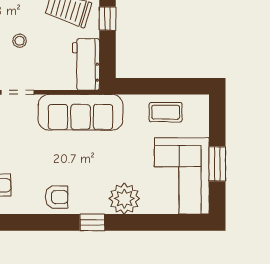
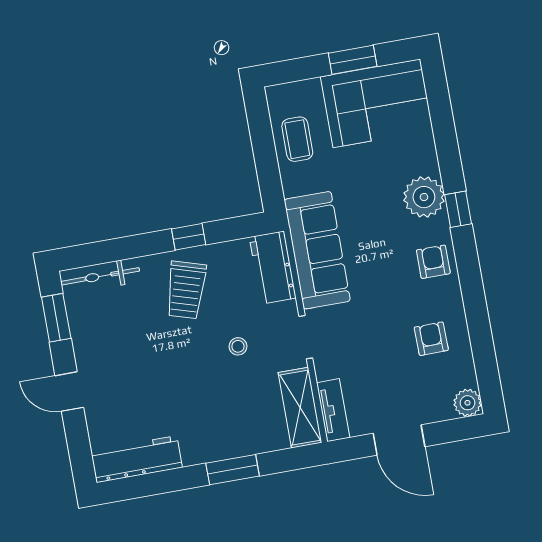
workbench: (86, 64) -> (273, 268), moved, turned 90
plant: (124, 199) -> (424, 197), moved

